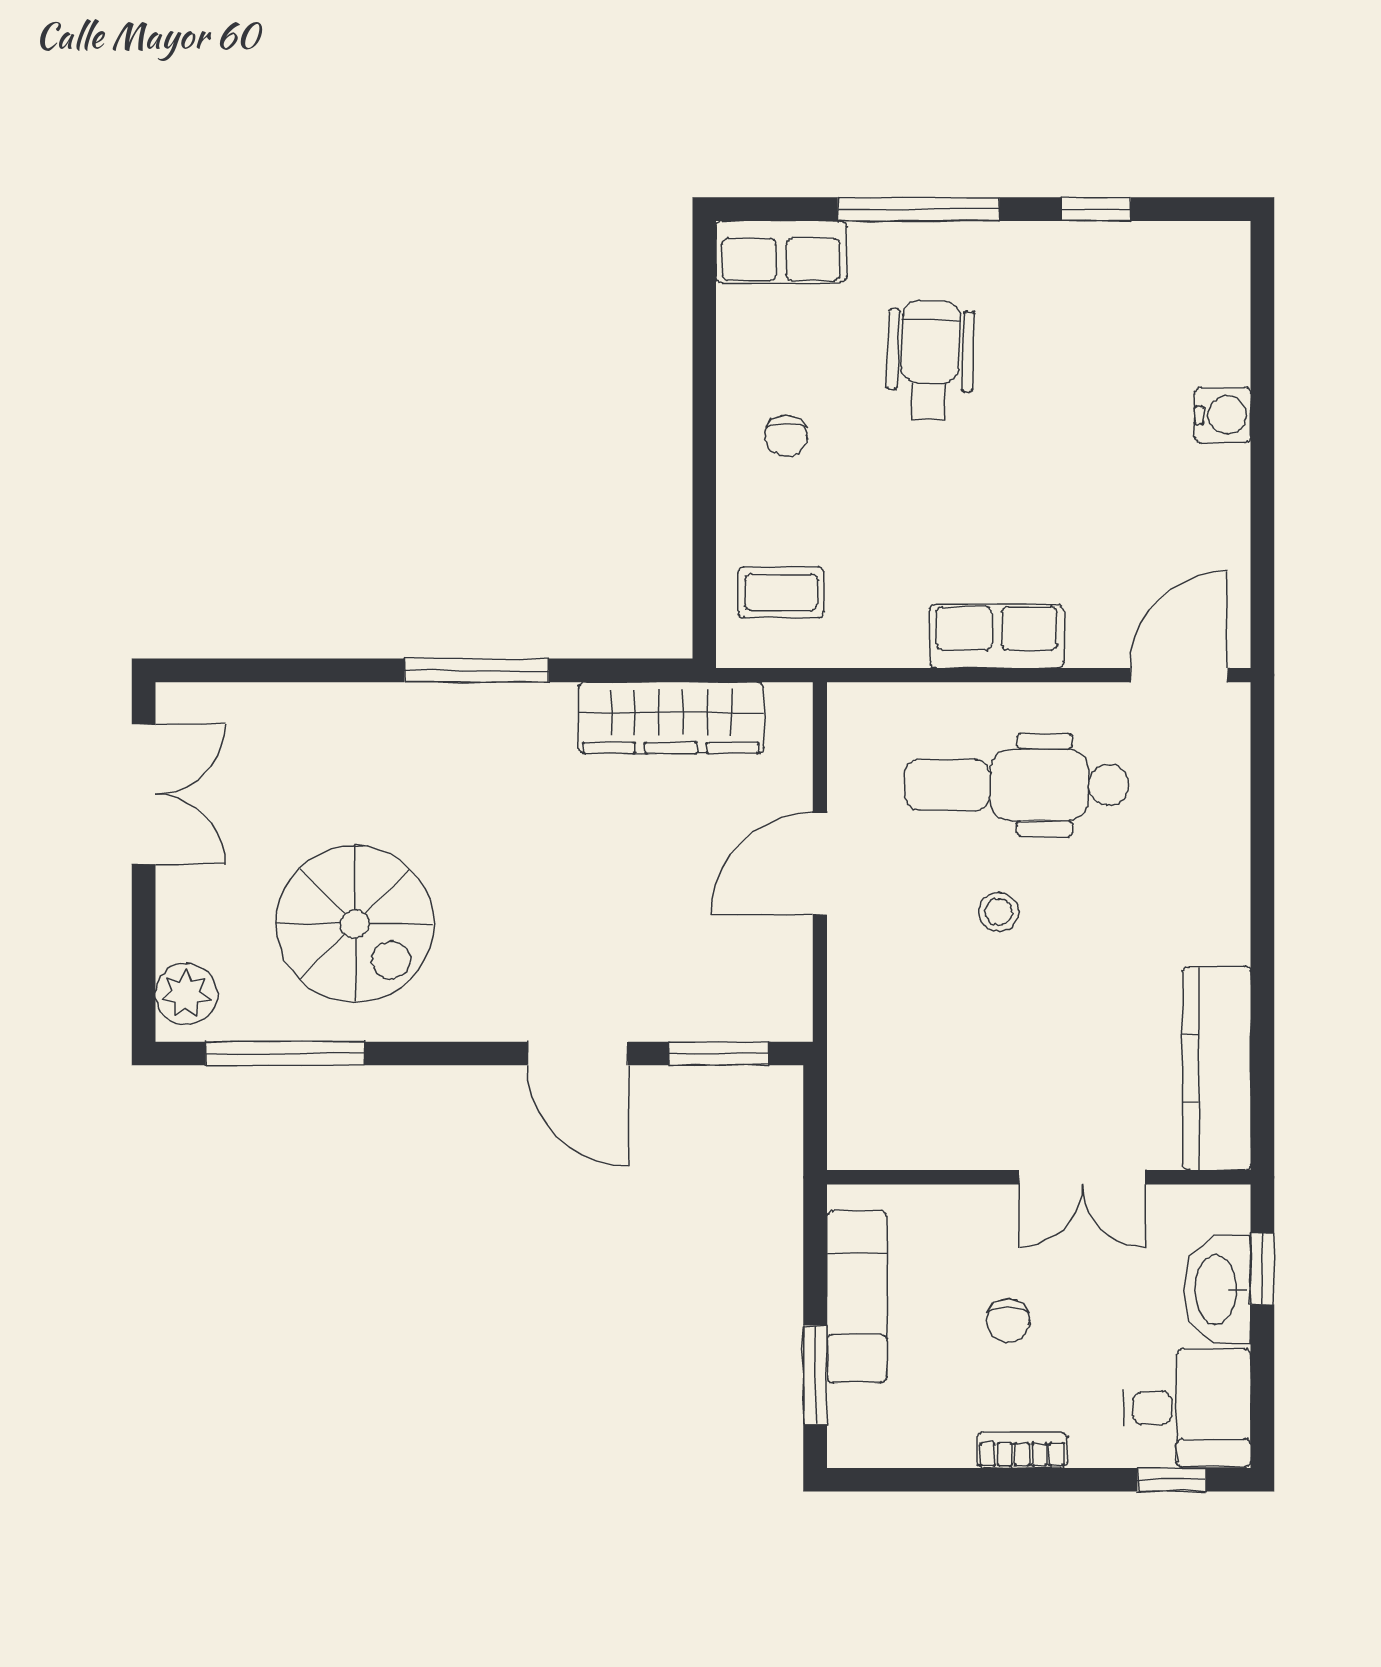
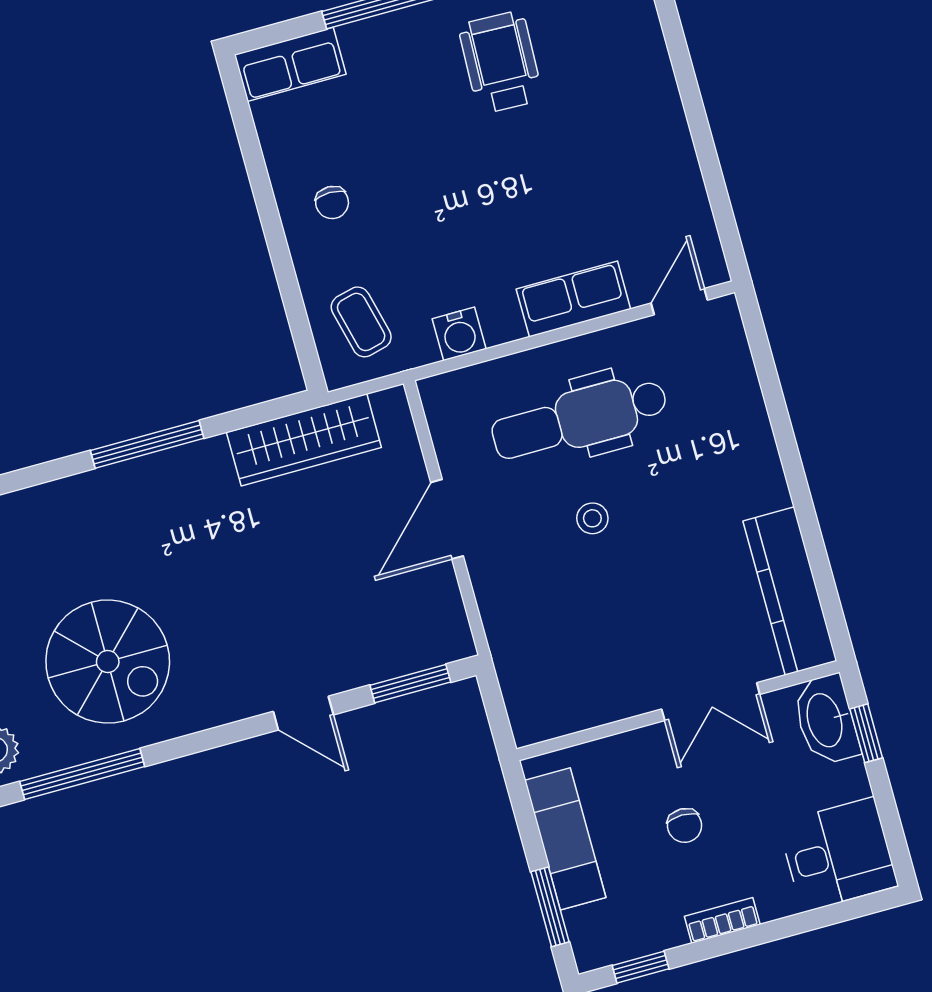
wheelchair: (930, 360) -> (501, 62), moved
water cooler: (1223, 415) -> (459, 334), moved, turned 90
coffee table: (781, 592) -> (361, 322), turned 76
row of seats: (997, 636) -> (573, 299), moved
door: (1179, 675) -> (679, 302), width x0.73
door: (578, 1053) -> (303, 713), width x0.73
washbasin: (1218, 1290) -> (826, 720), moved
window: (1172, 1480) -> (641, 967), moved

